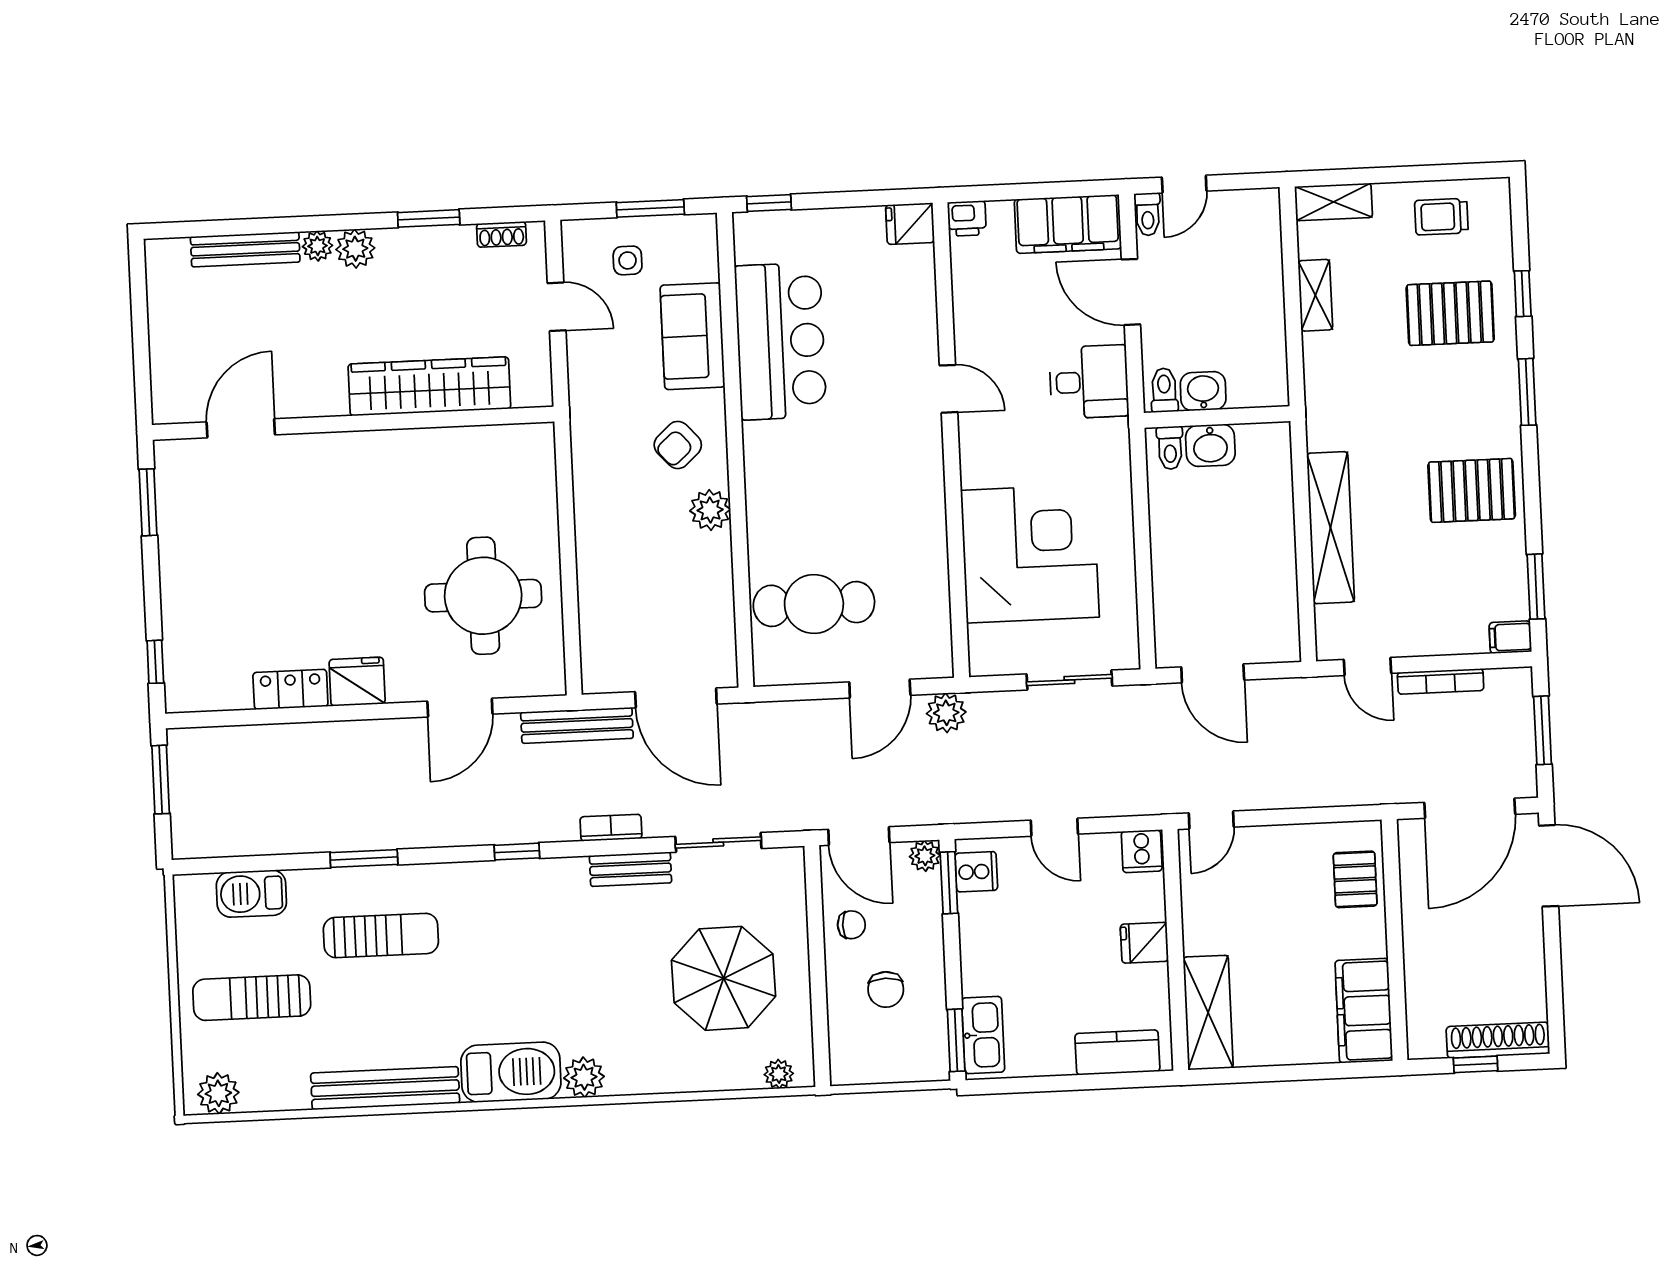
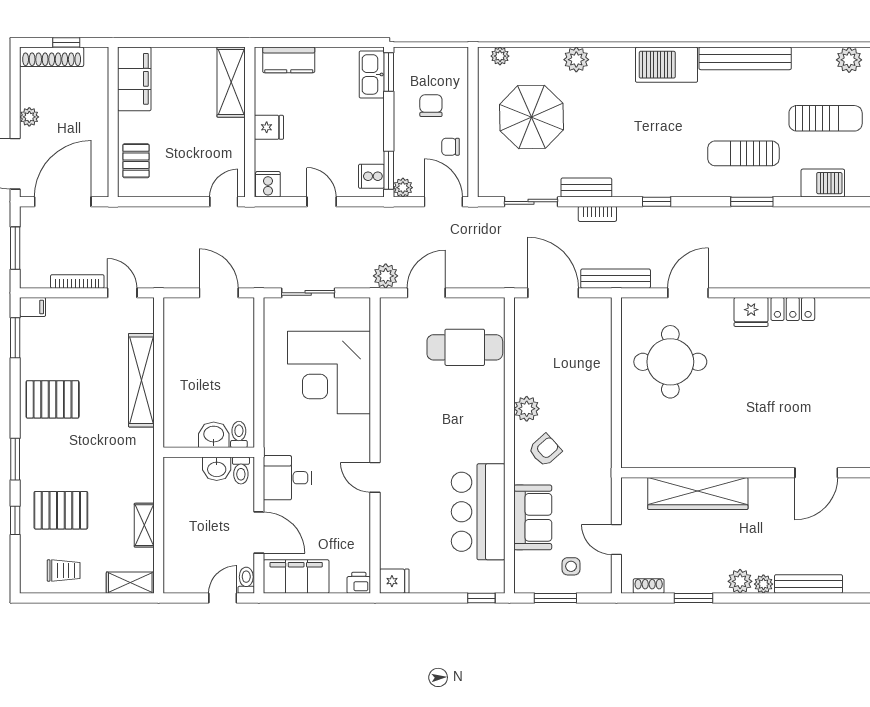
plant: (1530, 942) -> (29, 117), added
plant: (584, 1077) -> (576, 60), moved

